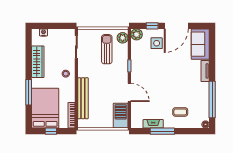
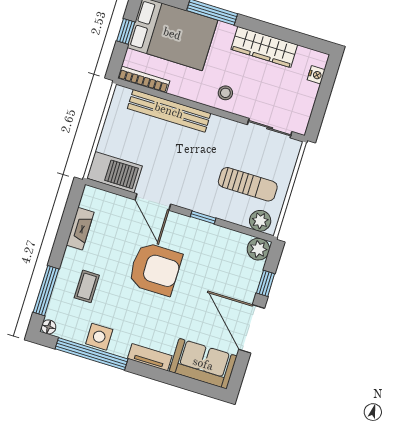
side table: (157, 43) -> (99, 337), moved
armchair: (162, 81) -> (155, 269), added
door: (129, 93) -> (153, 202), hinge flipped
window: (162, 131) -> (46, 291), moved

